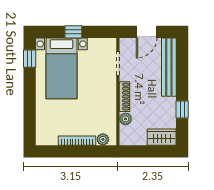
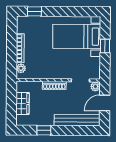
door: (147, 32) -> (105, 103), hinge flipped
window: (30, 59) -> (34, 11), moved
plant: (125, 119) -> (95, 86), moved
wardrobe: (162, 137) -> (23, 104), moved

